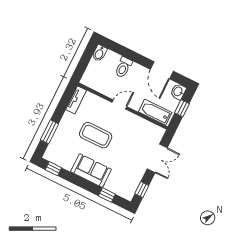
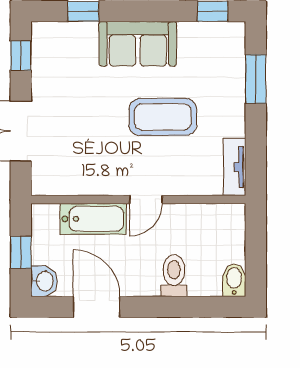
bathtub: (155, 112) -> (93, 219), moved

